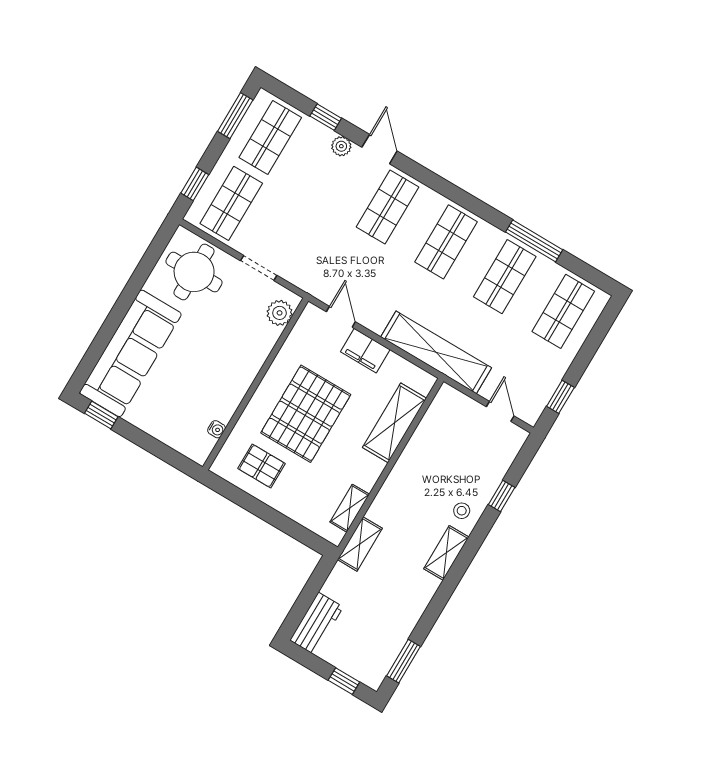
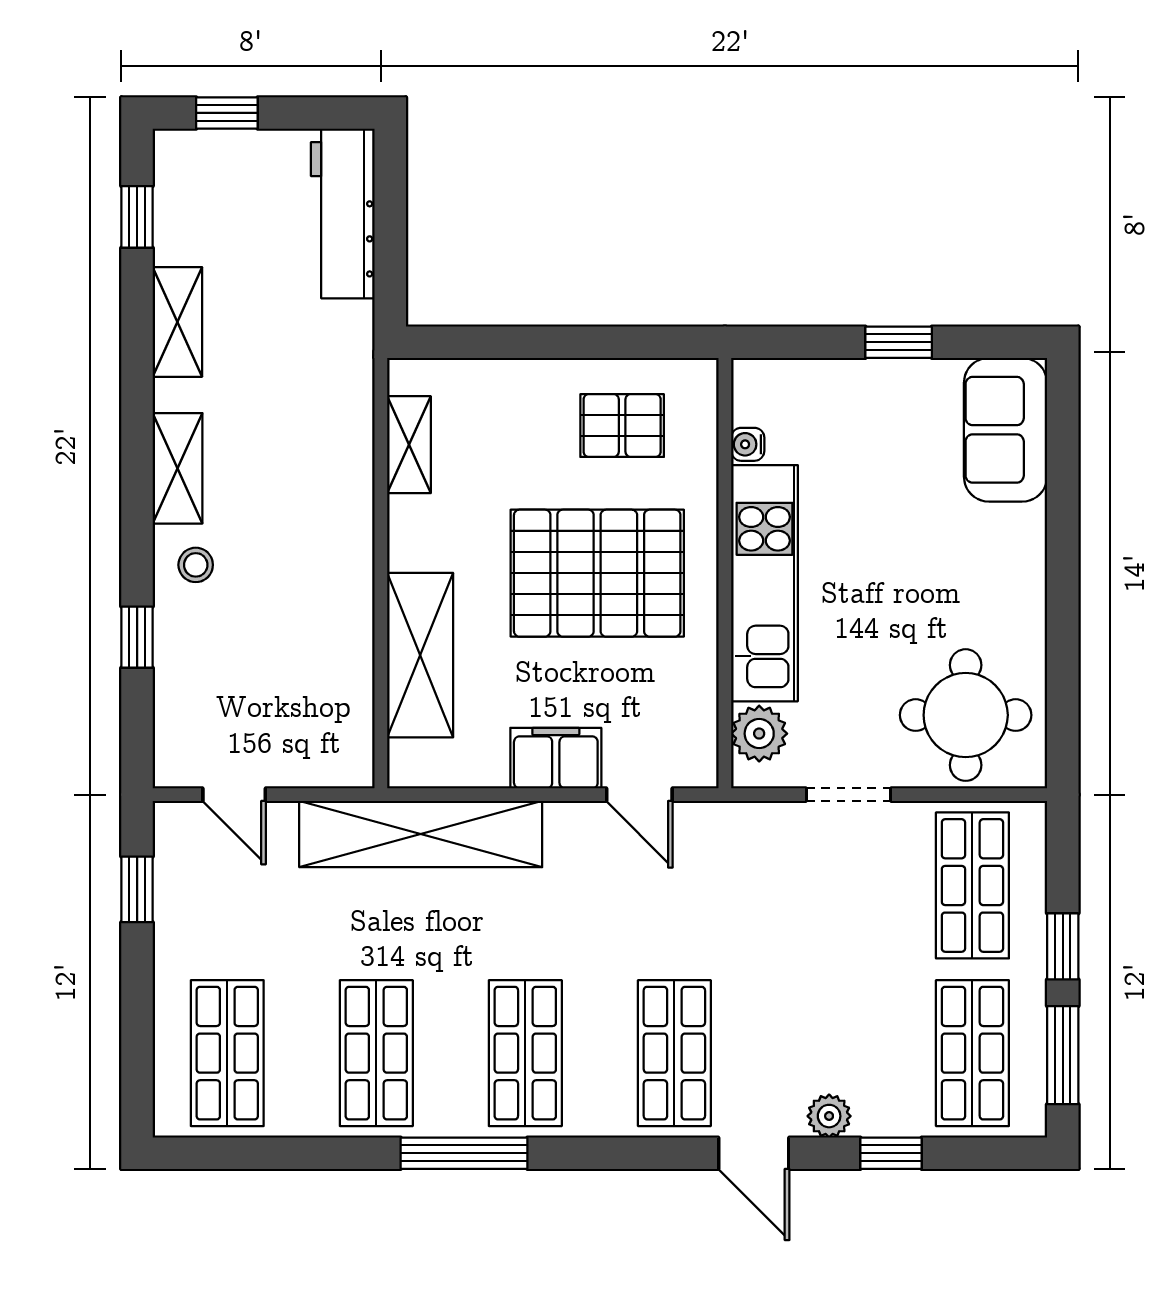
window: (195, 184) -> (1063, 946), moved
window: (534, 241) -> (464, 1153), moved
sofa: (130, 353) -> (1005, 430), width x0.54, depth x0.79
kitchen unit: (242, 371) -> (764, 583), added
pallet: (306, 414) -> (597, 573), turned 90
window: (101, 415) -> (899, 342), moved
shelving: (360, 544) -> (177, 322), moved
workbench: (316, 624) -> (343, 213), width x1.37
window: (404, 661) -> (137, 217), width x0.67

